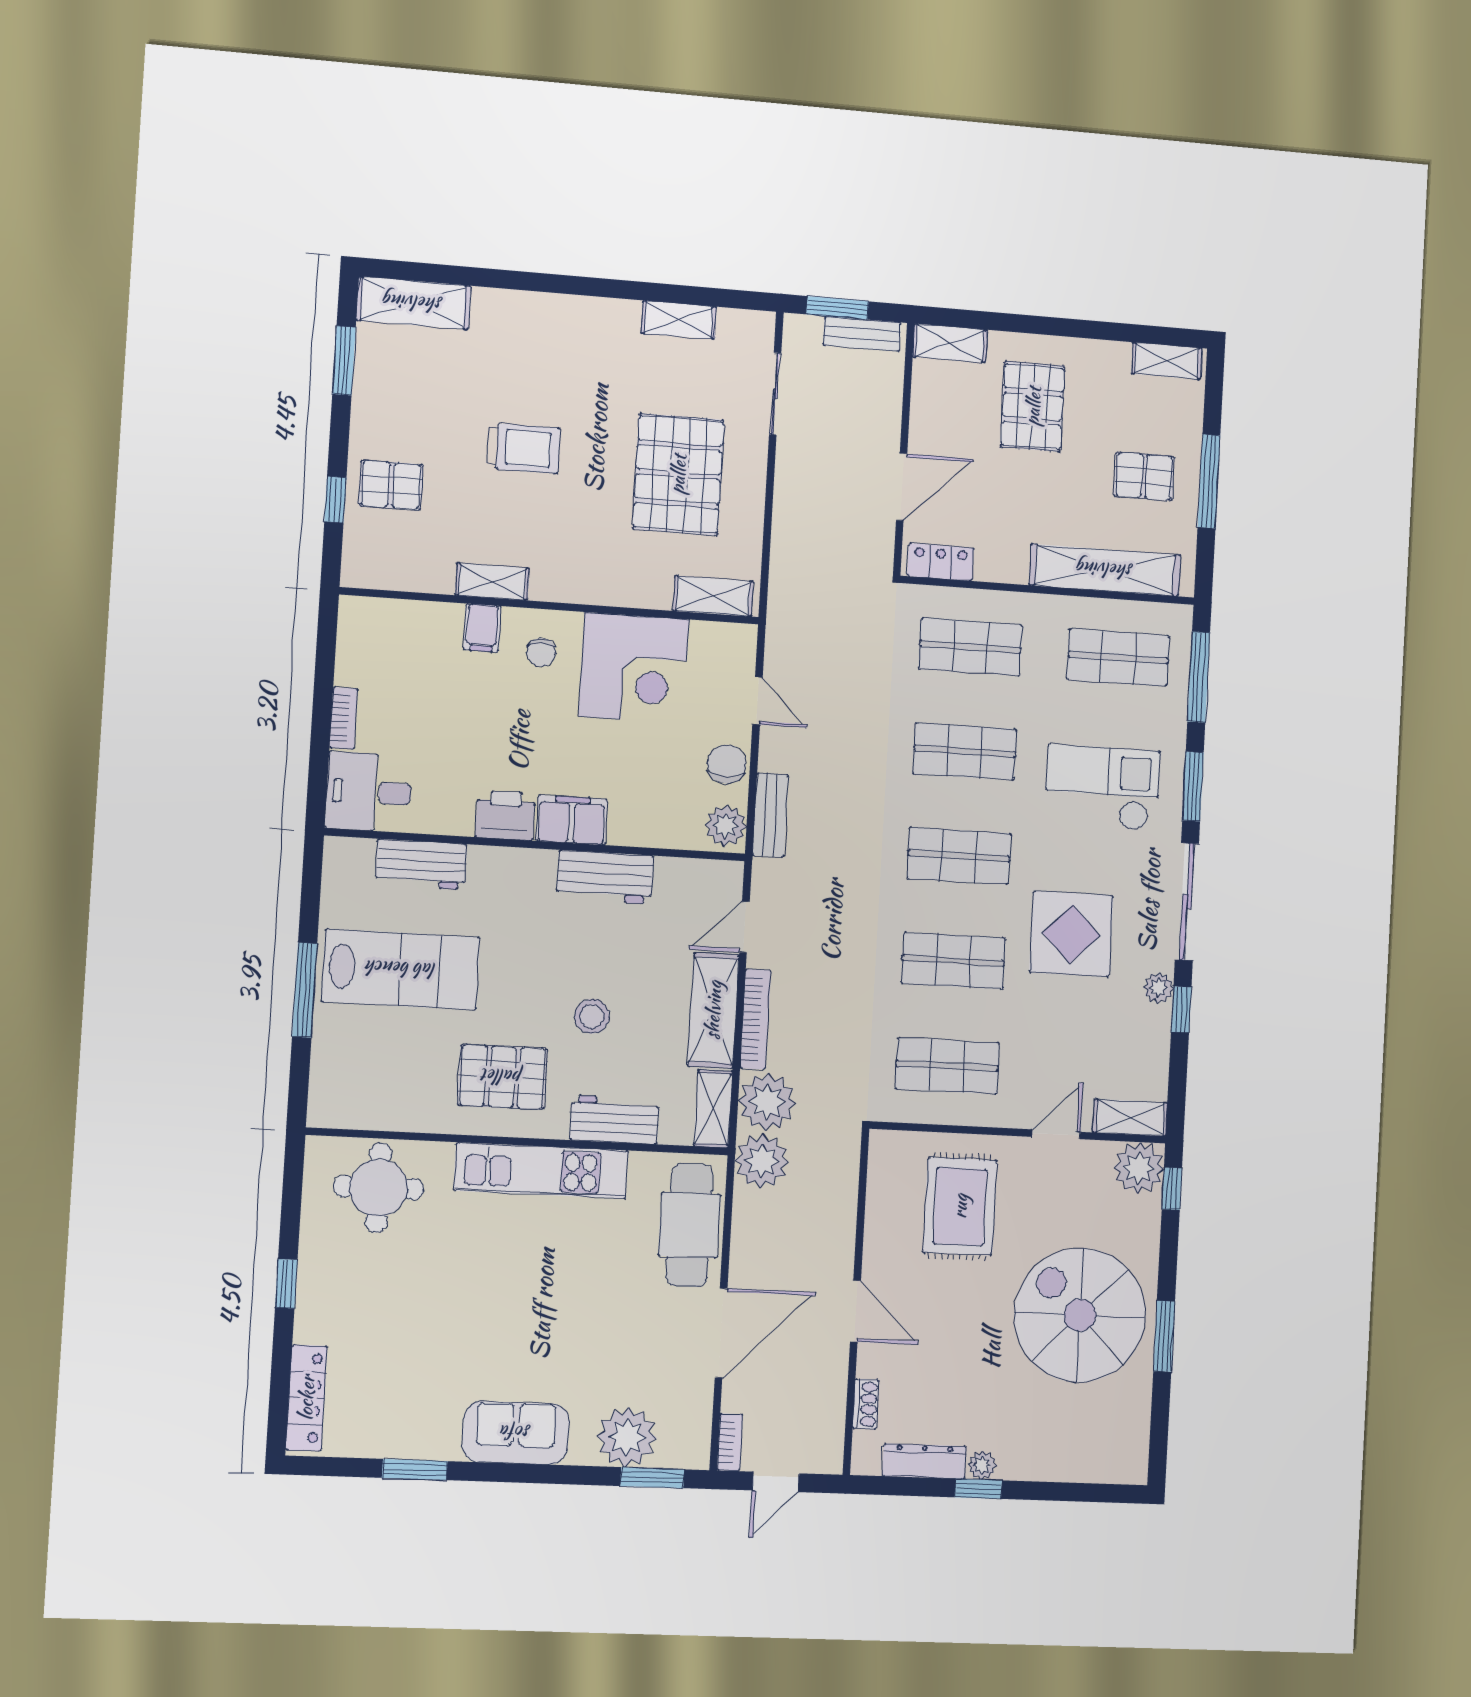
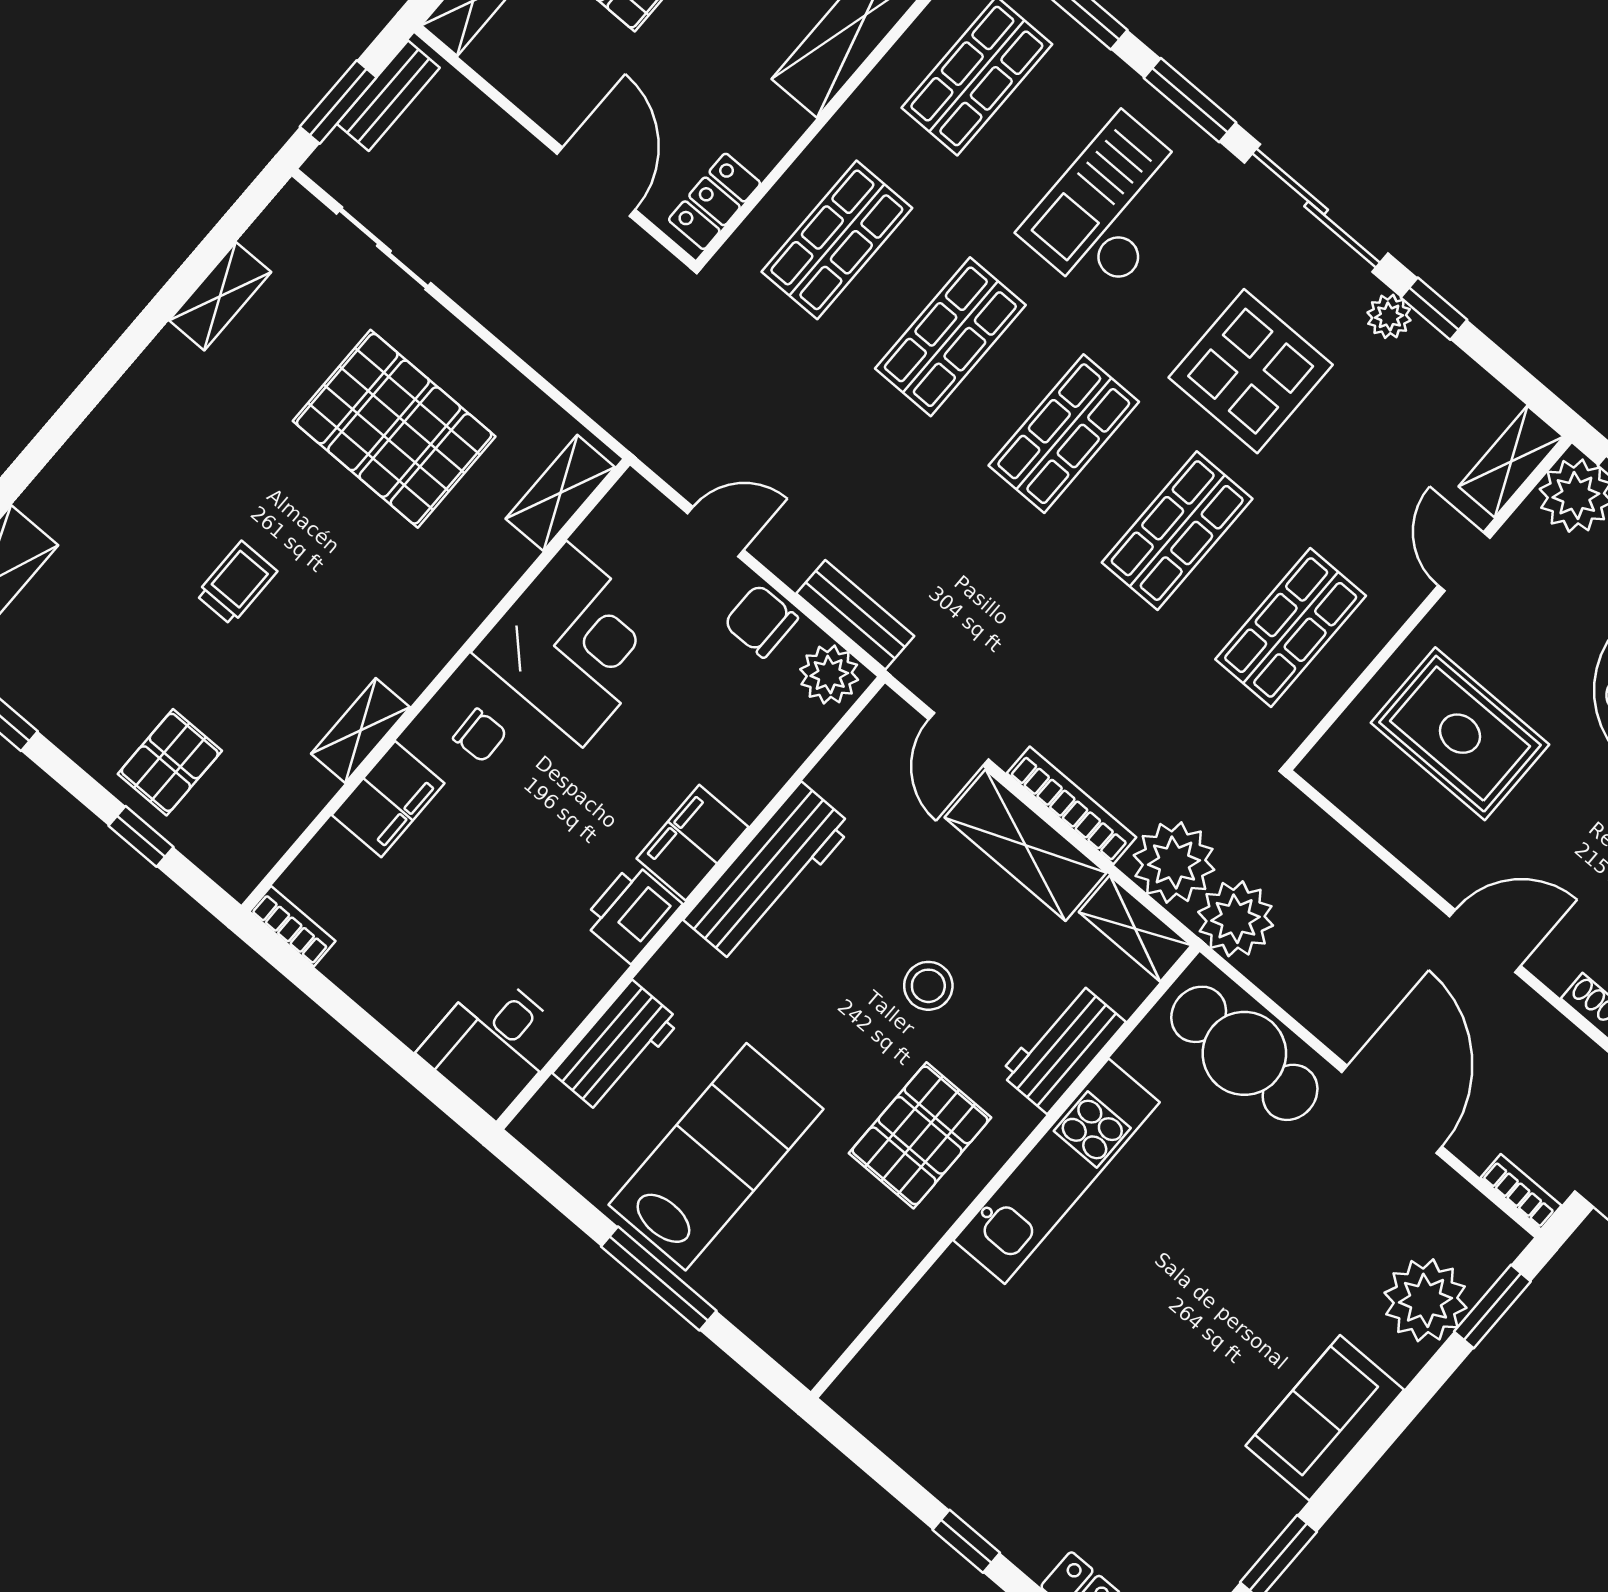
trolley: (523, 448) -> (236, 583), width x0.73, depth x0.72
filing cabinet: (482, 628) -> (388, 799), width x2.00
bookcase: (344, 718) -> (292, 926), moved
workbench: (605, 877) -> (768, 873), width x1.38
round table: (379, 1188) -> (938, 1363), removed

